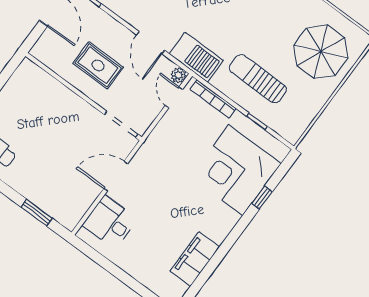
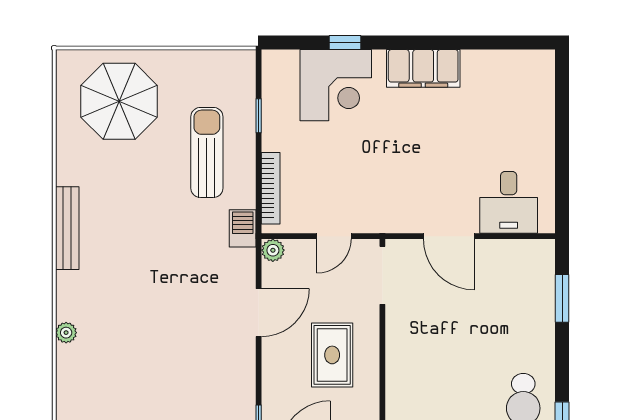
barbecue: (196, 57) -> (243, 228), width x0.53, depth x0.65
sun lounger: (258, 79) -> (207, 152), turned 180
door: (174, 97) -> (334, 236), moved
corner desk: (236, 170) -> (336, 85), width x0.74, depth x0.74
filing cabinet: (195, 259) -> (423, 68), moved

